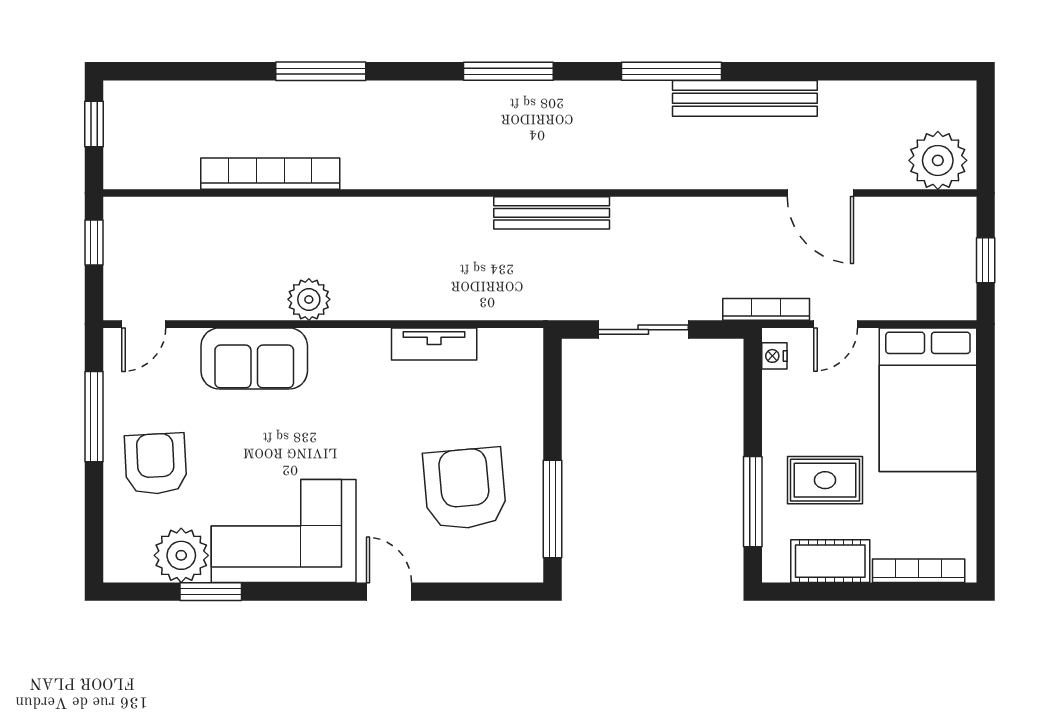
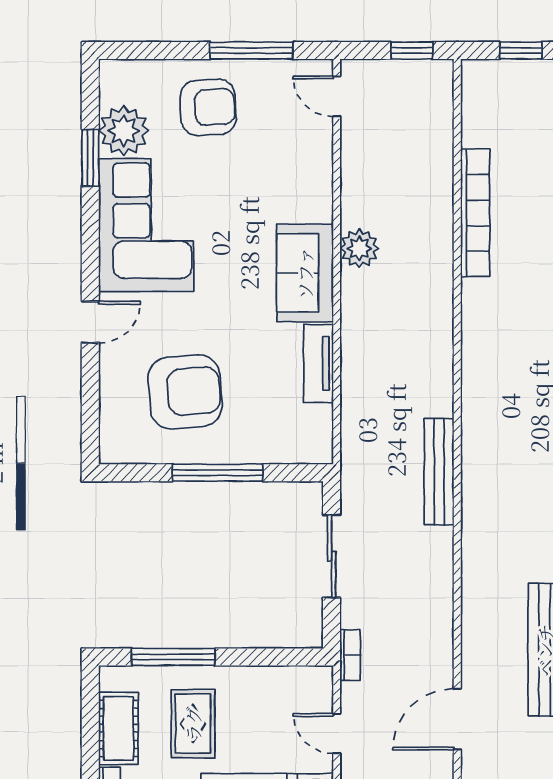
bookcase: (766, 309) -> (350, 655), width x0.64
nightstand: (774, 356) -> (307, 677), removed
sofa: (254, 358) -> (305, 273), moved
window: (553, 509) -> (217, 473), moved

